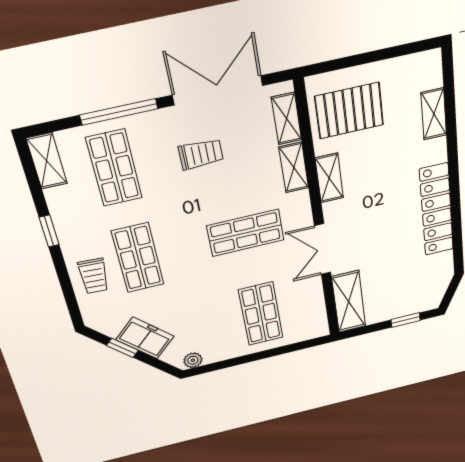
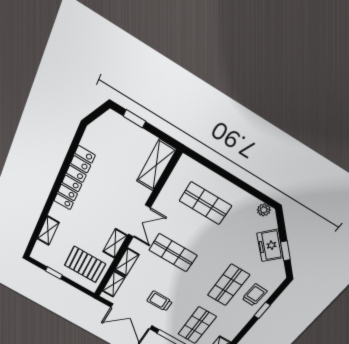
window: (388, 53) -> (54, 273), added
window: (49, 231) -> (262, 310), moved
double door: (323, 249) -> (139, 221), moved
shop shelf: (261, 314) -> (205, 203), turned 90

